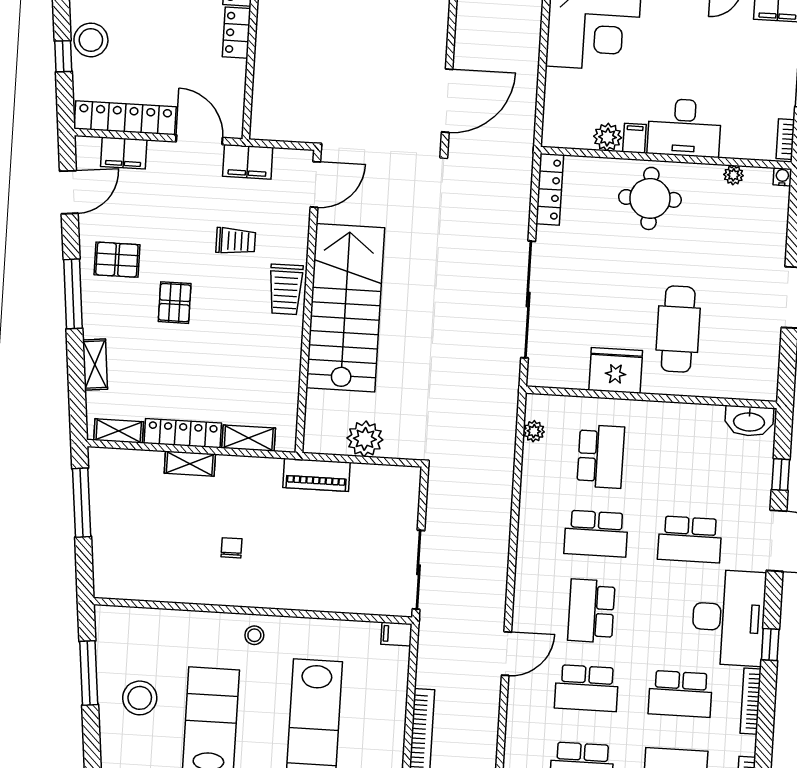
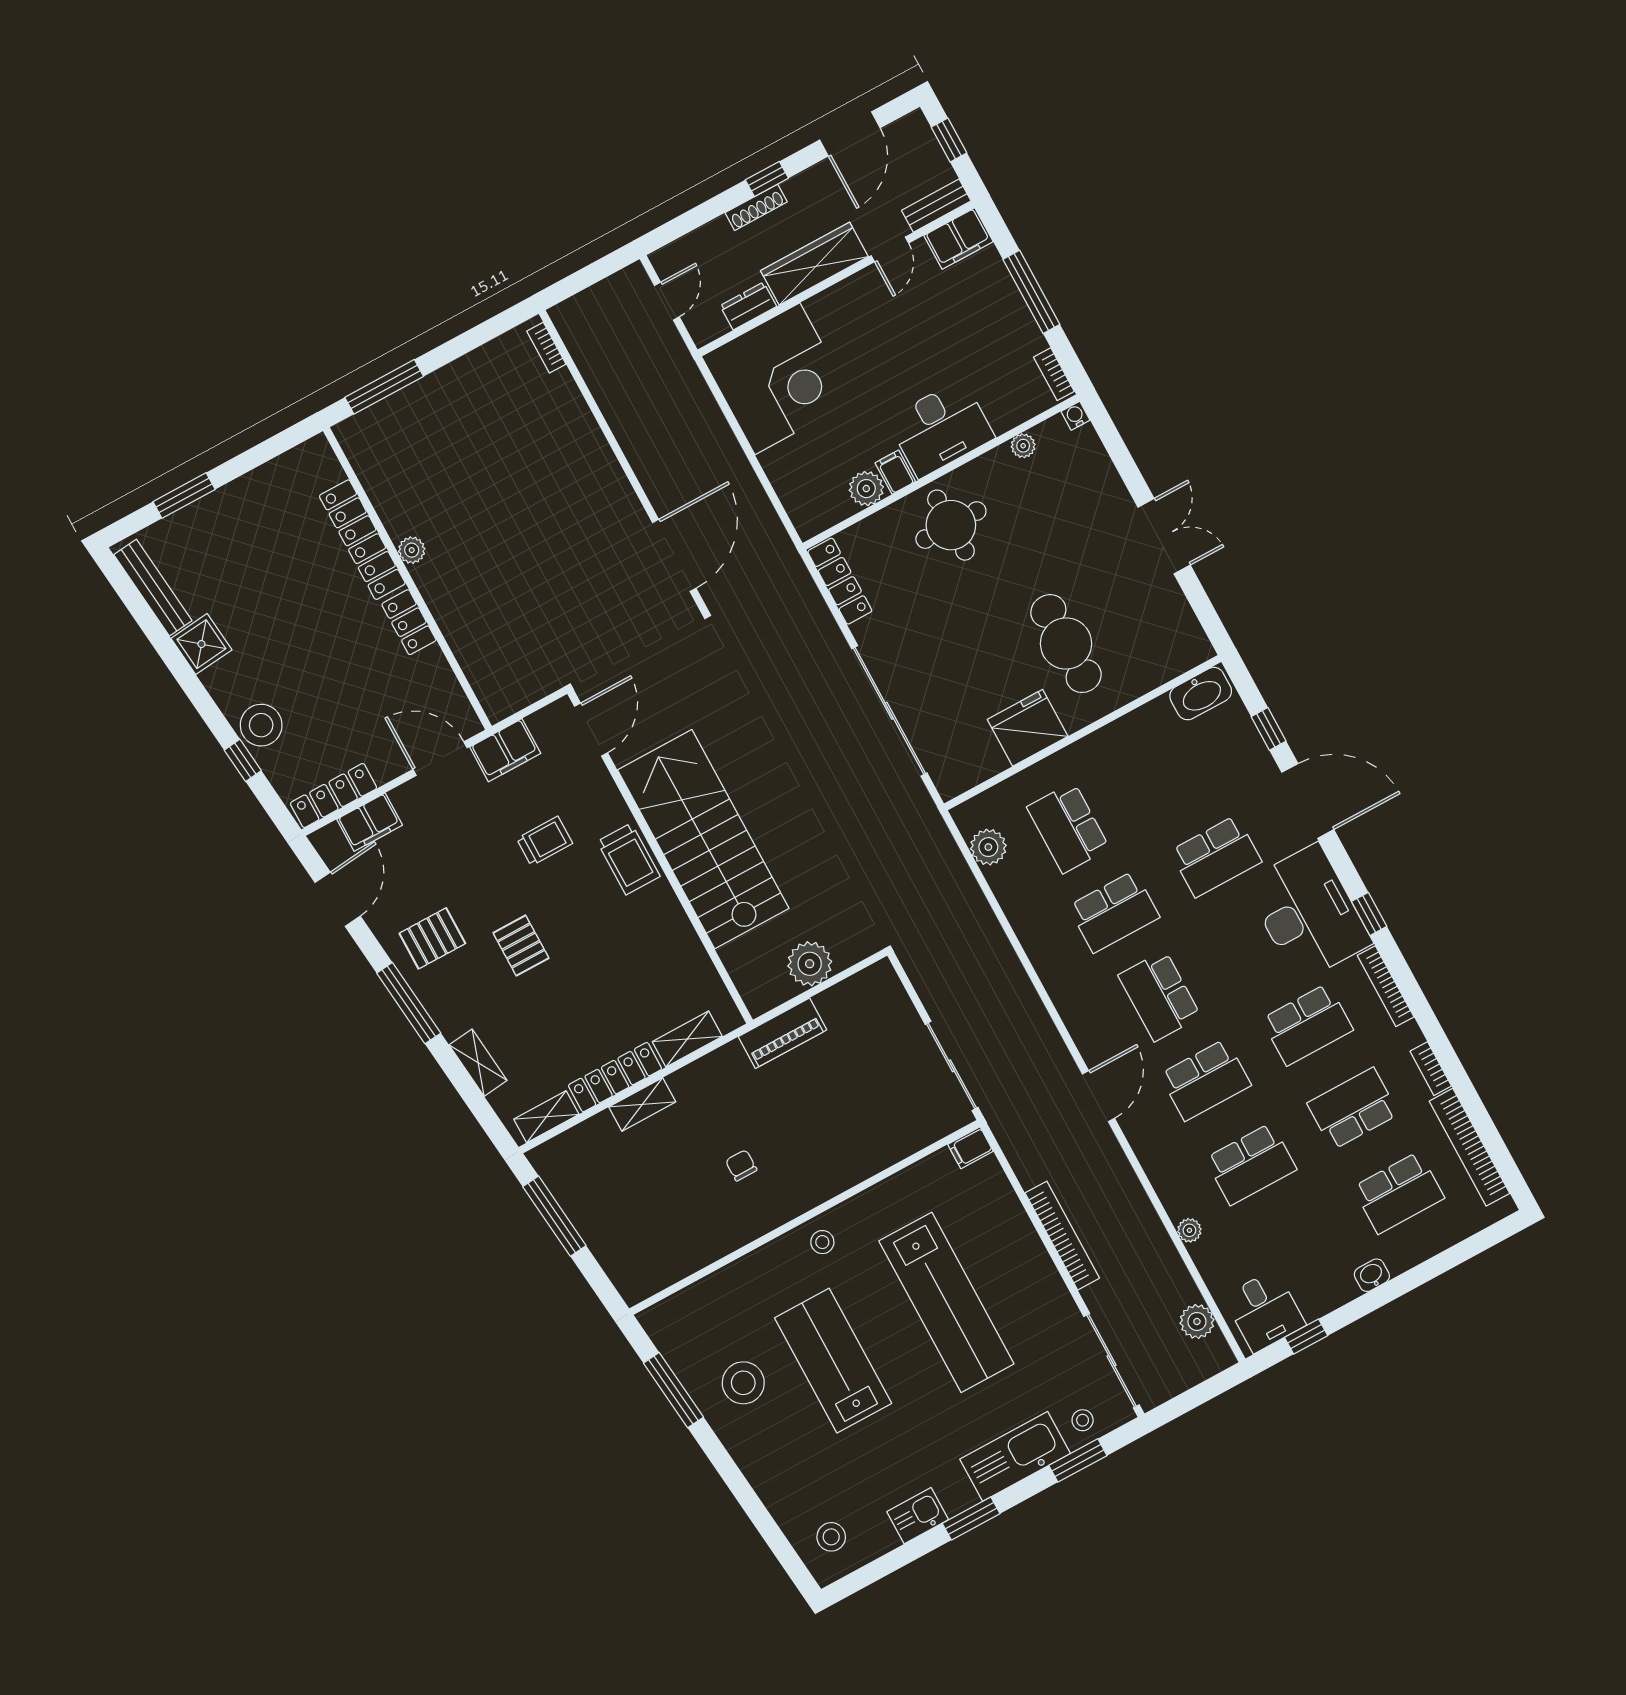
locker: (125, 118) -> (334, 796), width x0.71, depth x0.83
plant: (534, 431) -> (988, 847), width x1.38, depth x1.38
school desk: (601, 456) -> (1068, 828), turned 180

